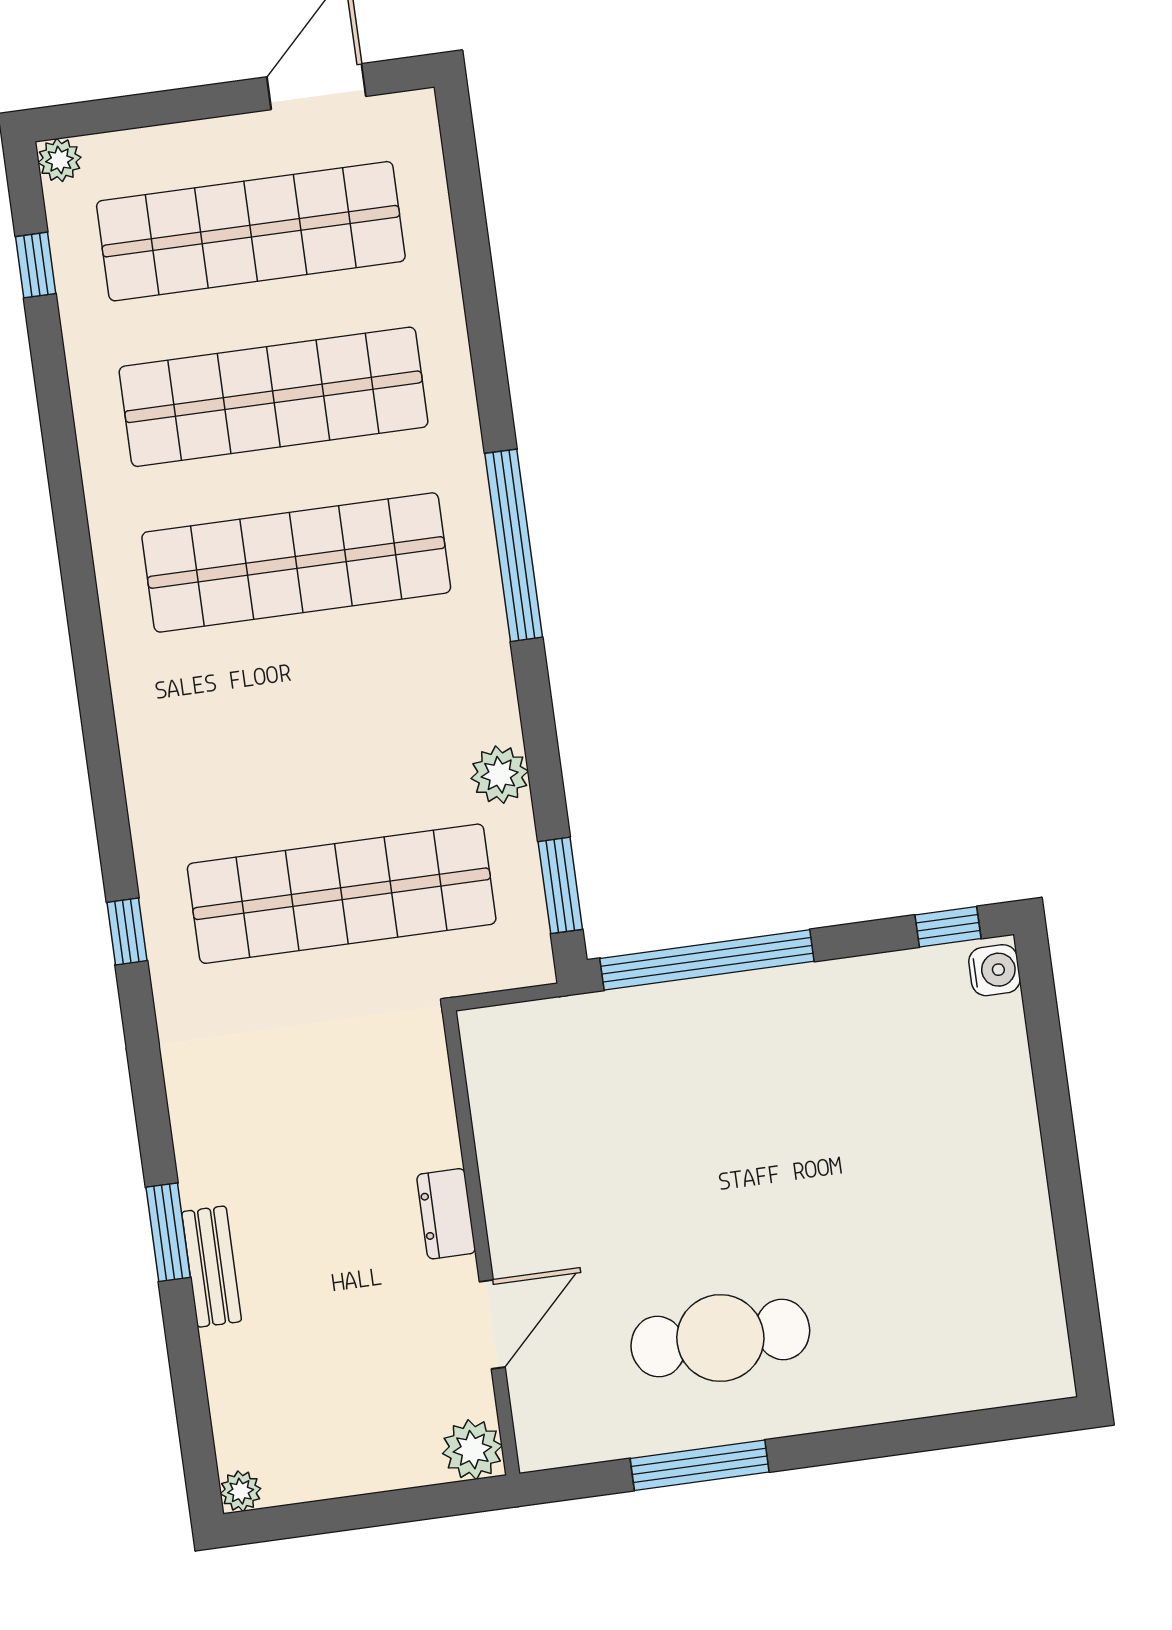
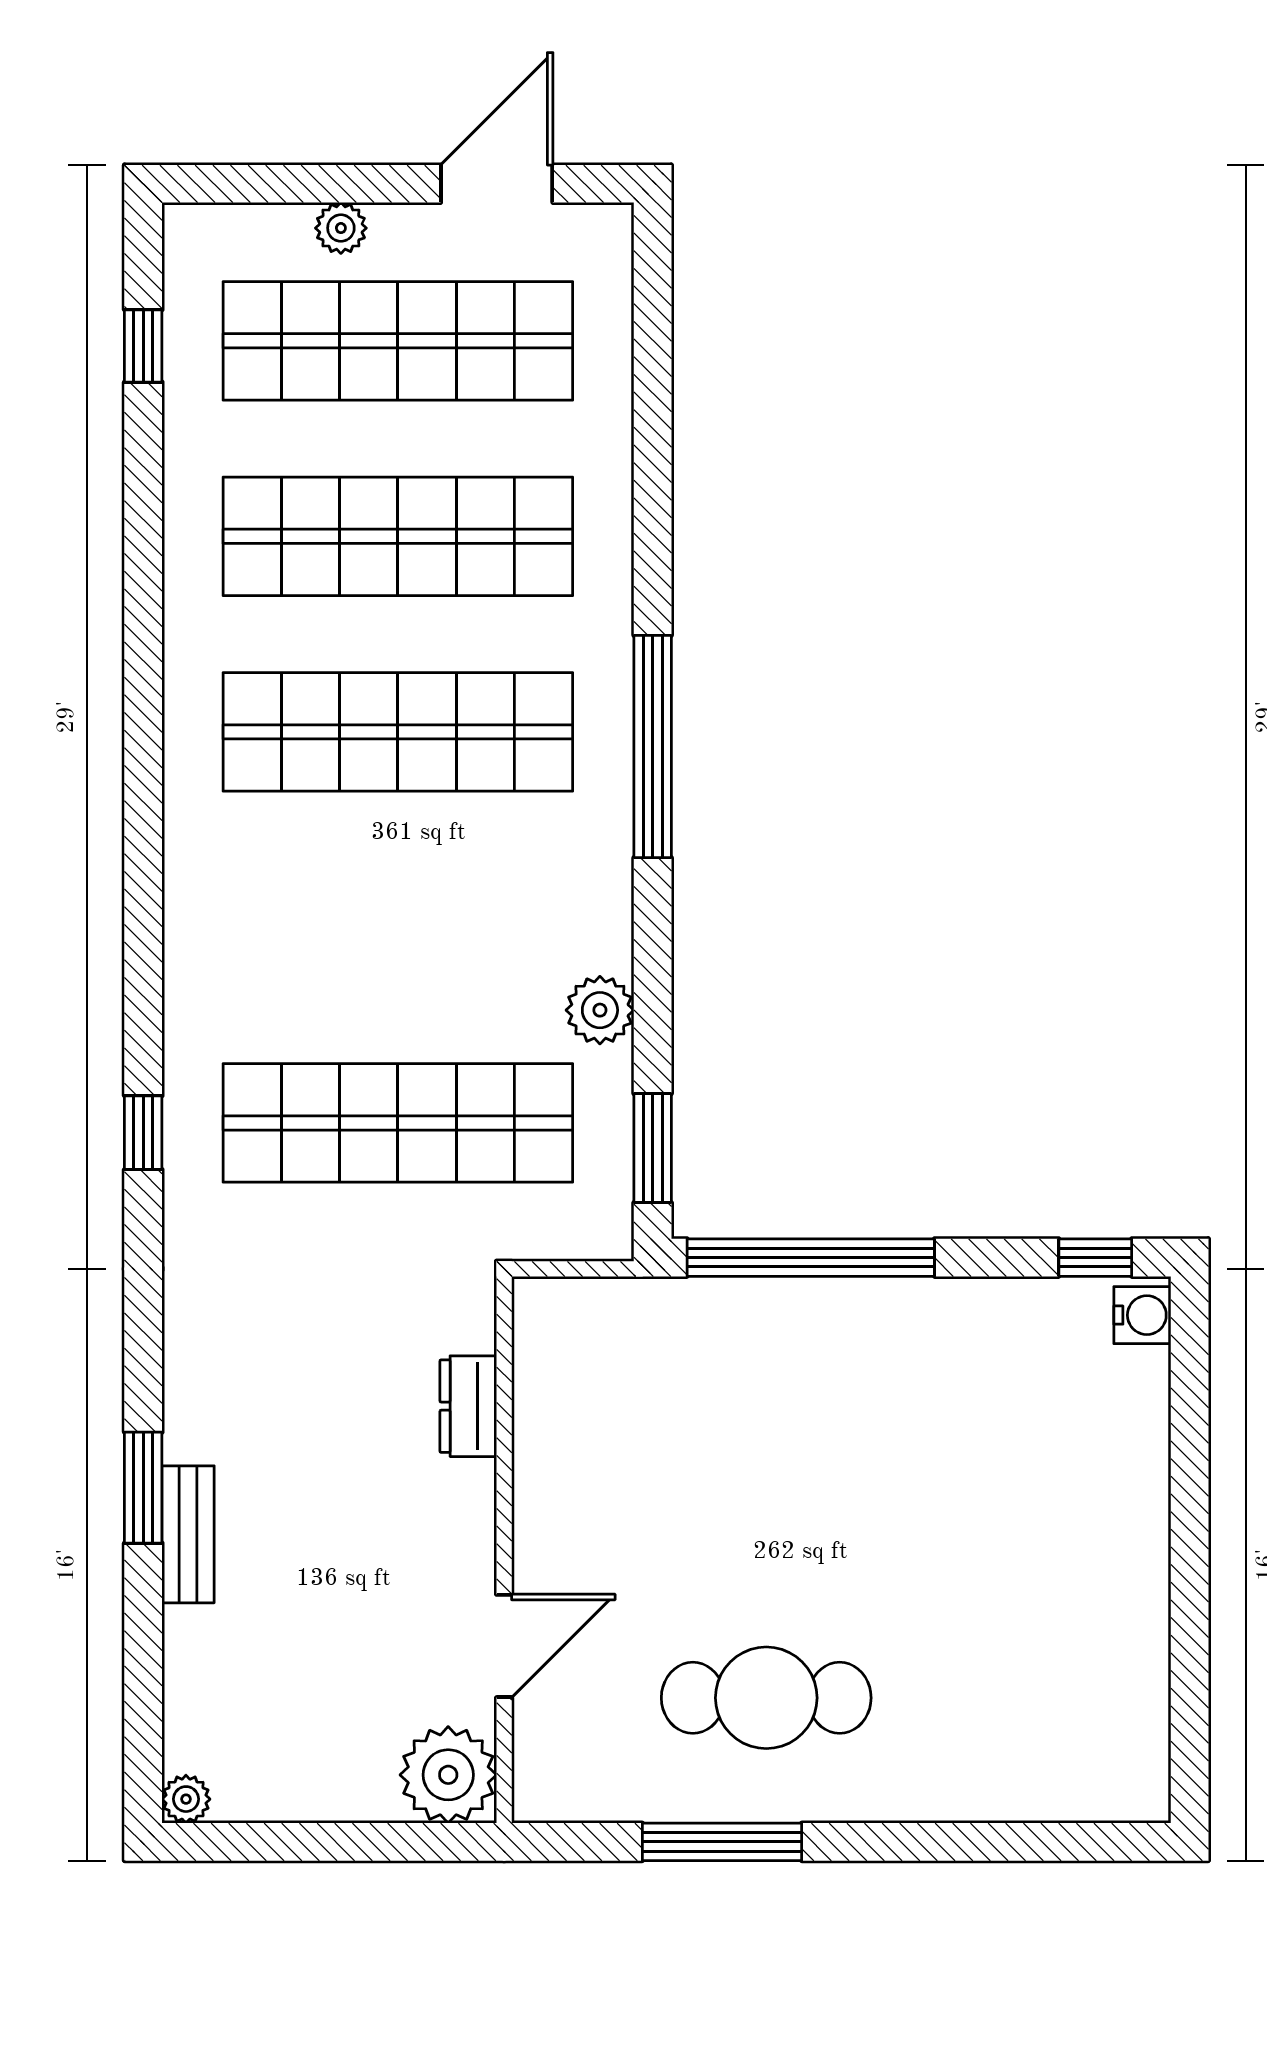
plant: (60, 160) -> (341, 228), moved
dresser: (446, 1214) -> (468, 1406), moved
plant: (472, 1450) -> (448, 1775), width x1.36, depth x1.36

